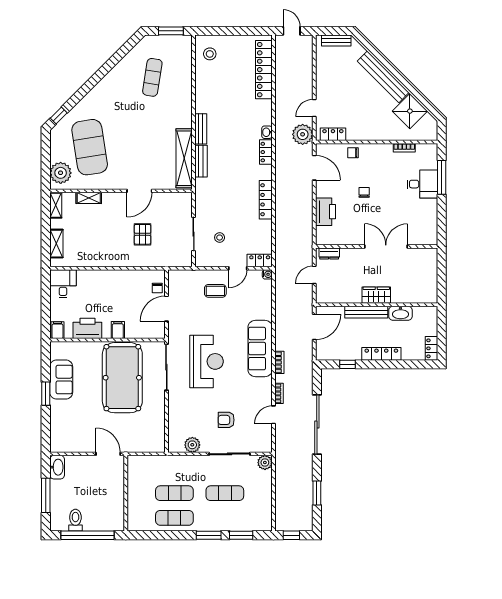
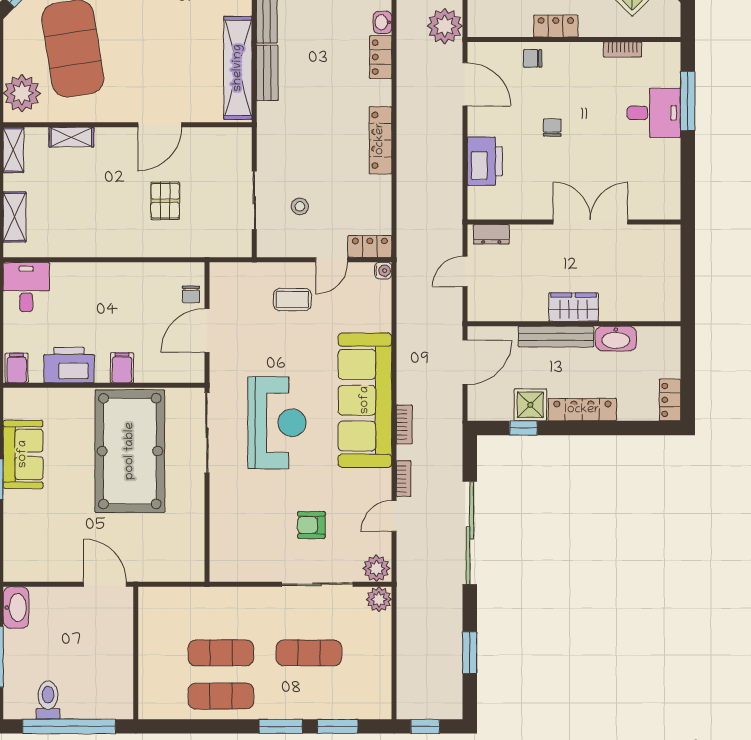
locker: (333, 134) -> (556, 26), moved
sofa: (260, 349) -> (365, 400), width x1.36, depth x1.27
shower: (352, 351) -> (530, 405), added
plant: (192, 445) -> (376, 568), moved

